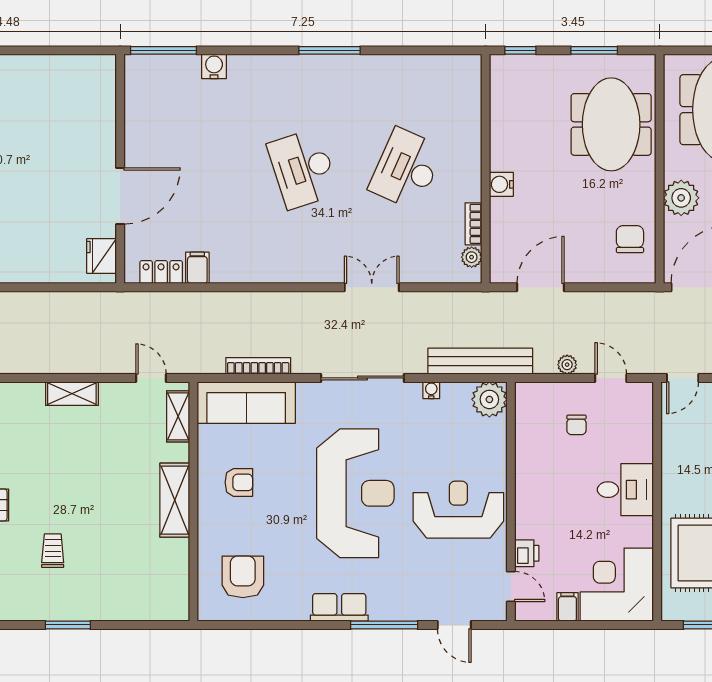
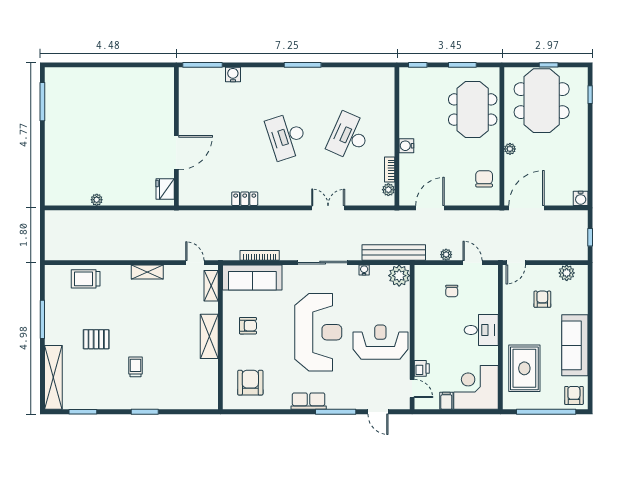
plant: (681, 198) -> (510, 149), width x0.53, depth x0.53
filing cabinet: (197, 268) -> (223, 196), removed
locker: (161, 272) -> (245, 199), moved

